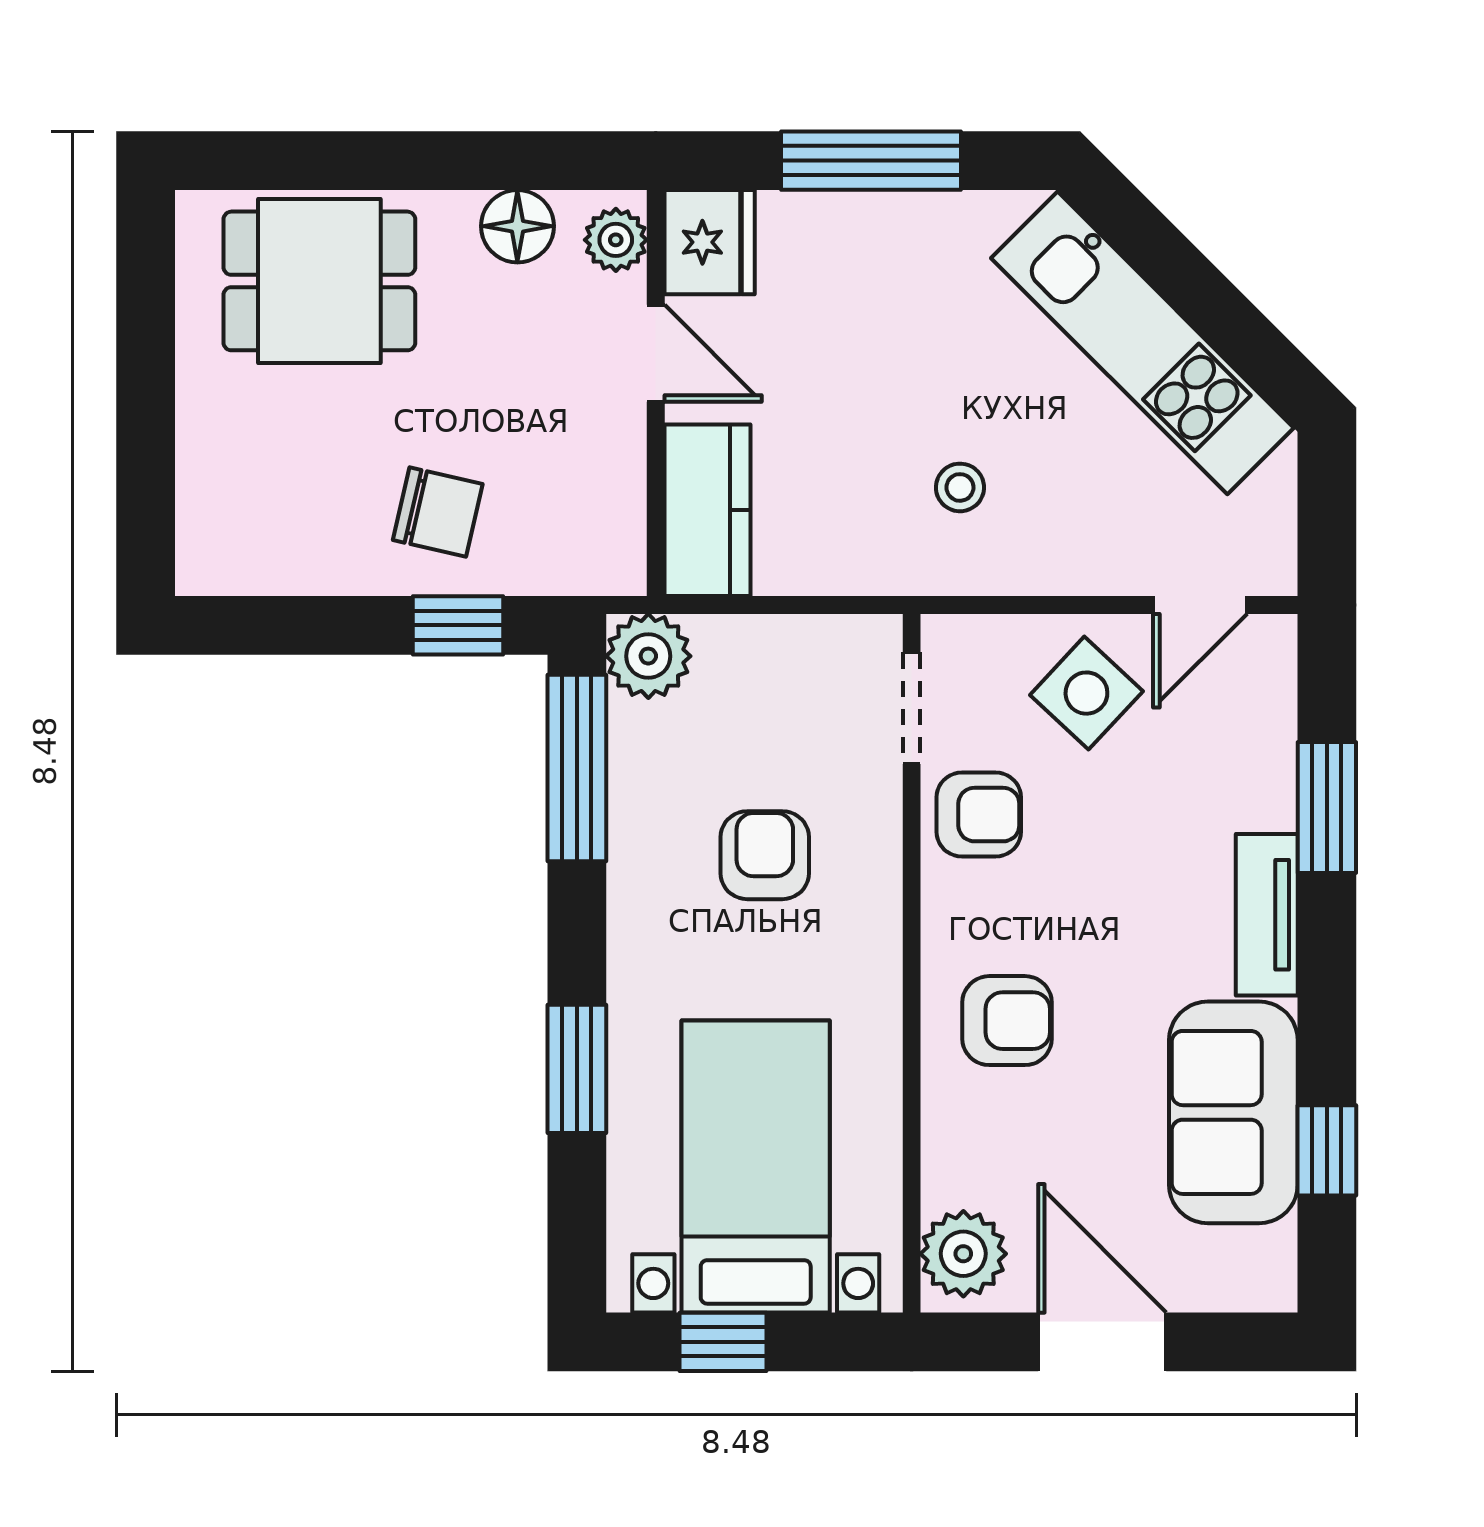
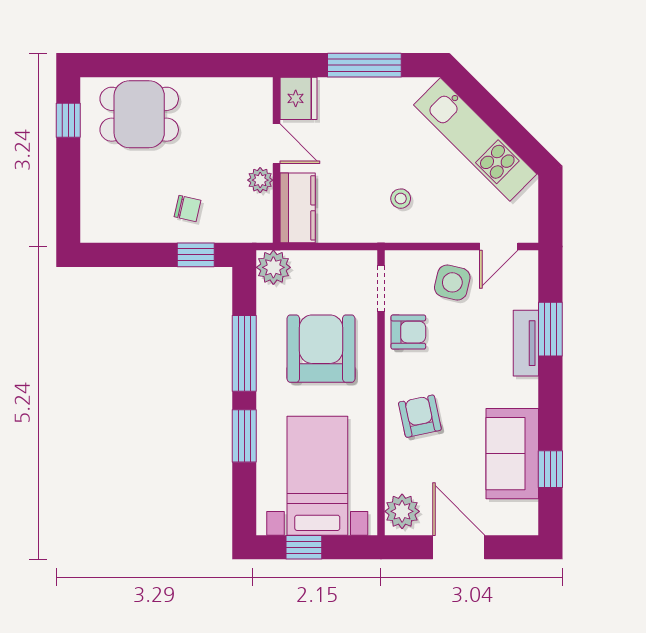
floor lamp: (517, 226) -> (220, 92), removed
plant: (616, 240) -> (260, 180), moved
window: (146, 296) -> (68, 120), added
chair: (438, 512) -> (188, 209), width x0.73, depth x0.73
side table: (1086, 693) -> (452, 282), turned -30
window: (577, 768) -> (244, 353), moved
armchair: (765, 855) -> (321, 349), width x1.88, depth x1.88
tv unit: (1267, 915) -> (526, 343), moved
armchair: (1007, 1021) -> (420, 416), turned -102

